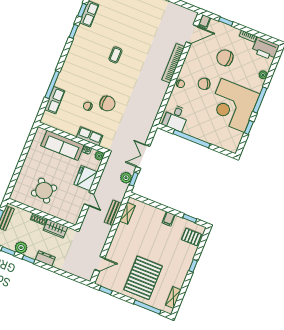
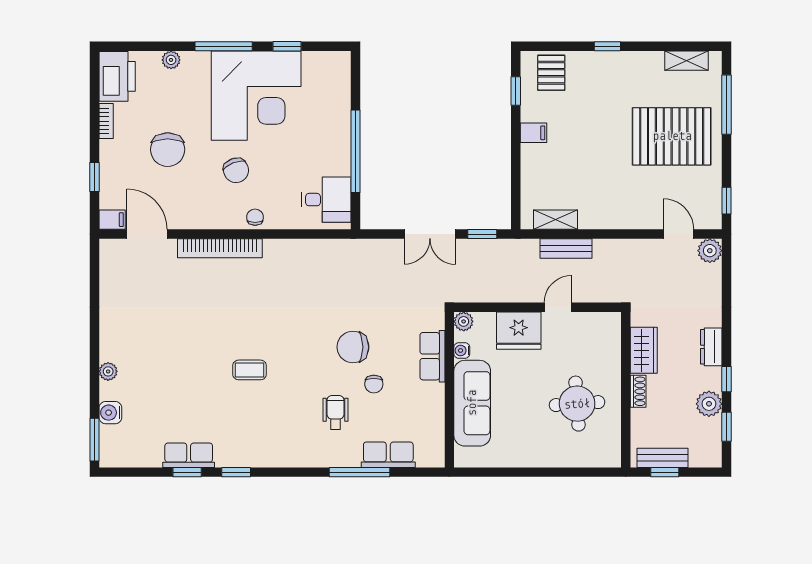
wheelchair: (82, 85) -> (336, 412), added
chair: (107, 104) -> (353, 347), turned -90
plant: (126, 178) -> (710, 251), moved
round table: (44, 191) -> (577, 404), turned 33

